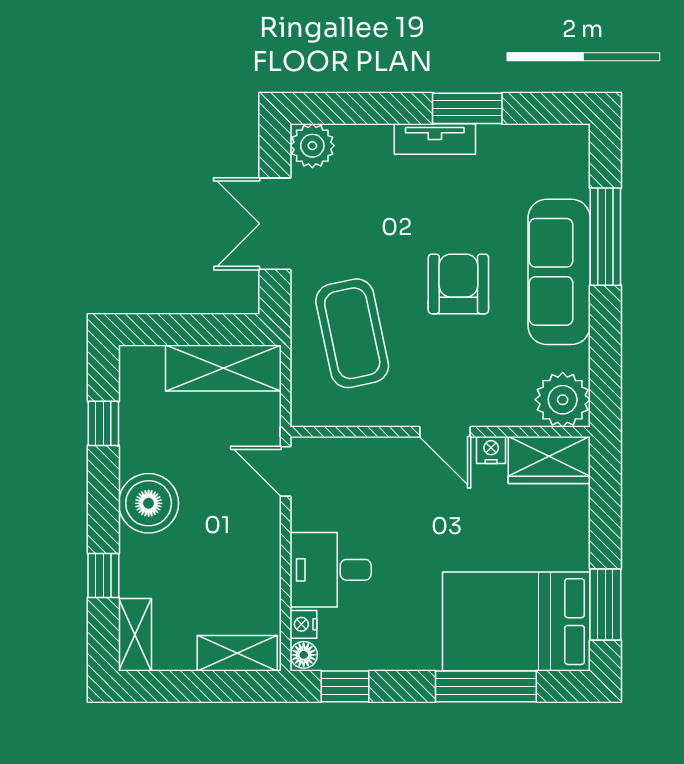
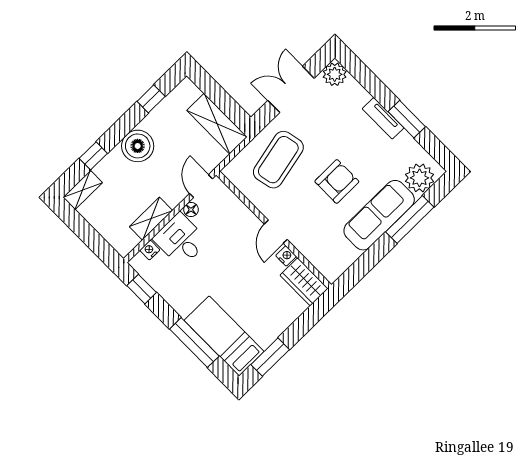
plant: (563, 400) -> (420, 178), moved
bed: (516, 622) -> (224, 336), width x0.67
shelving: (237, 653) -> (151, 219), moved, turned 90
floor lamp: (304, 655) -> (191, 210), moved

